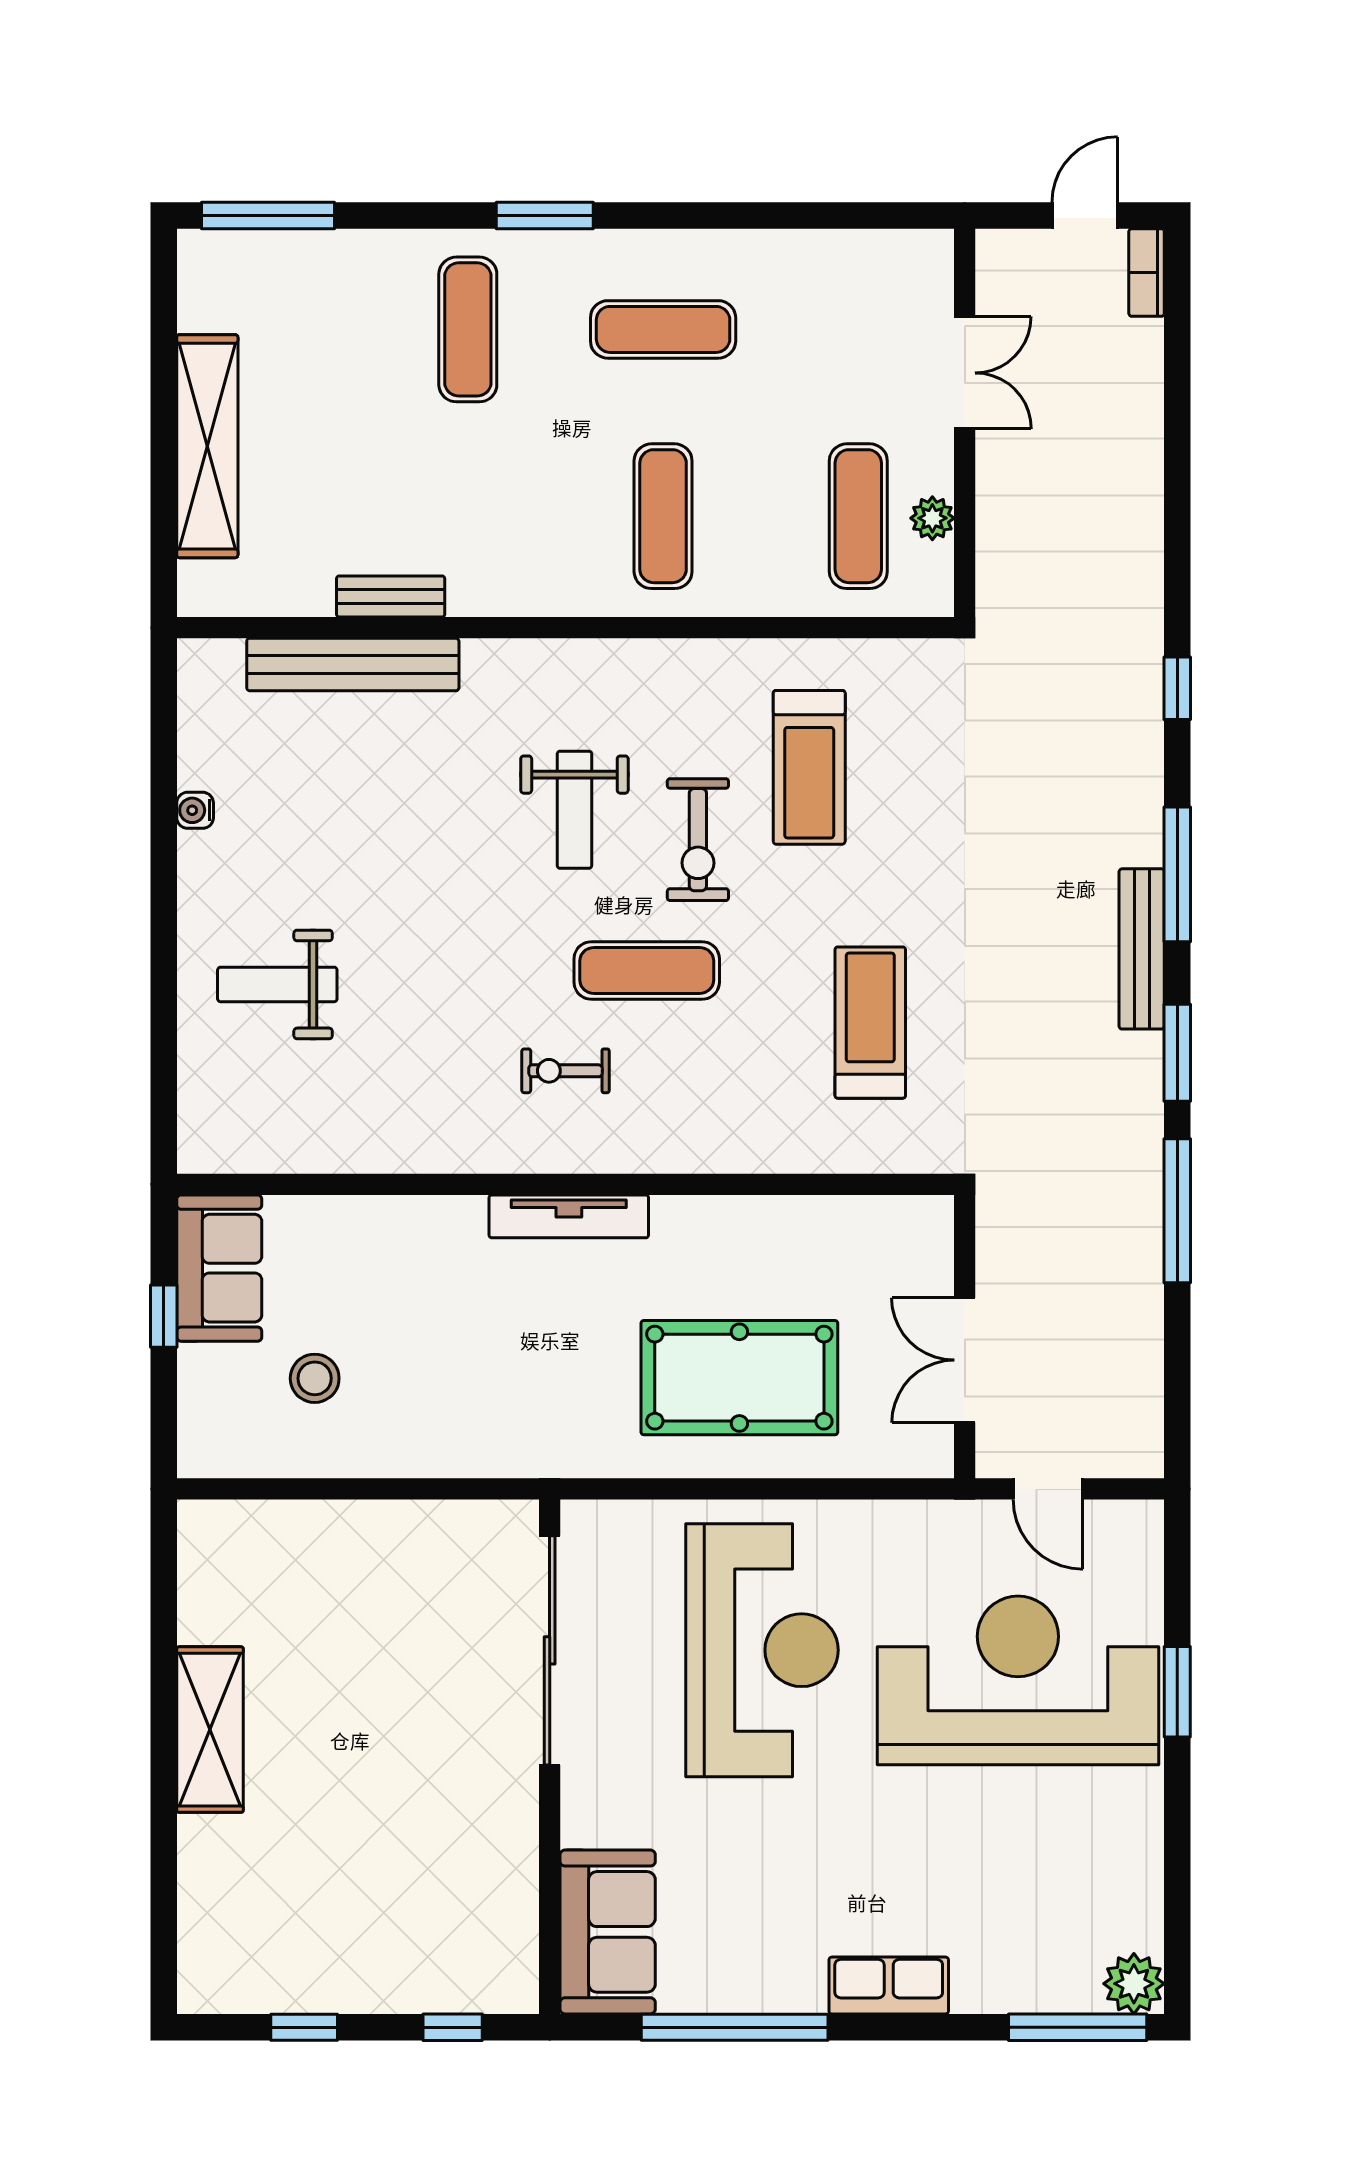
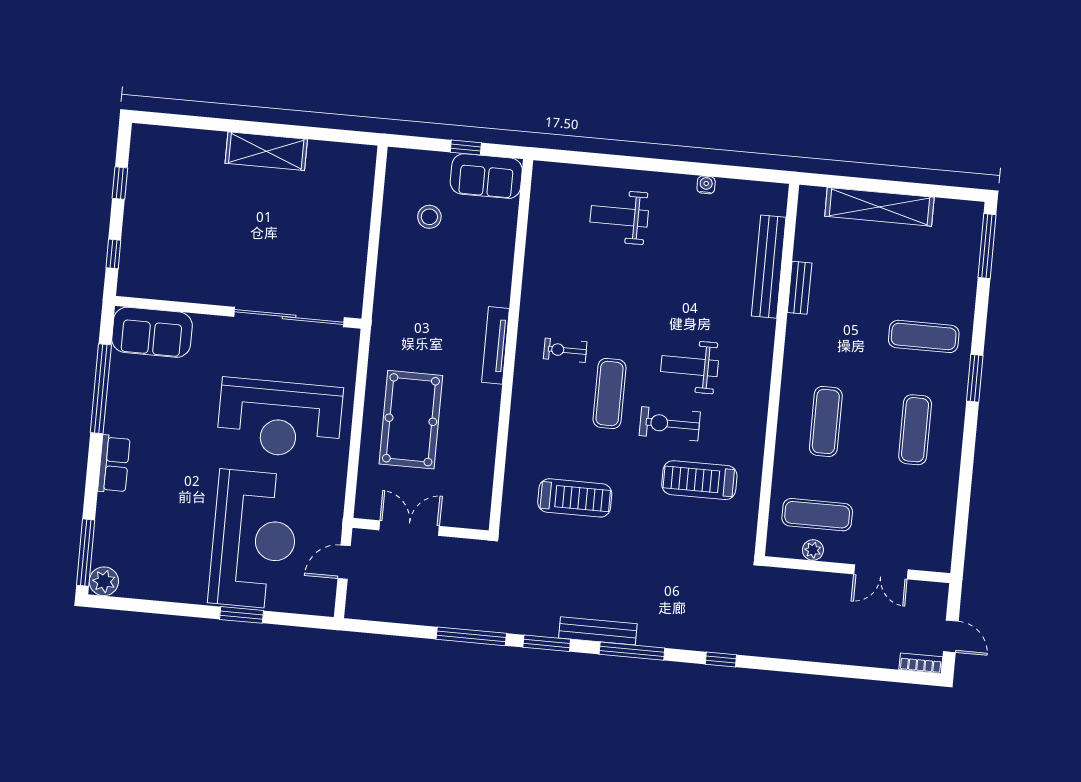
exercise mat: (663, 516) -> (826, 421), turned 90
weight bench: (277, 984) -> (619, 216), turned -90
exercise bike: (565, 1071) -> (565, 350), turned -90

